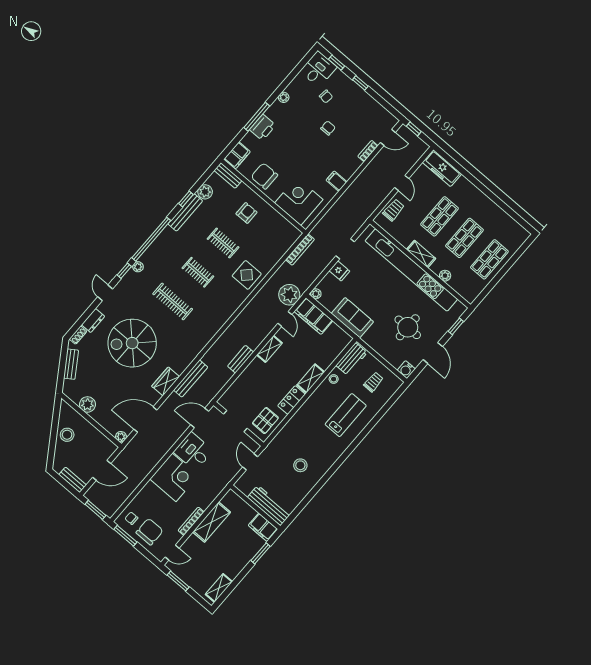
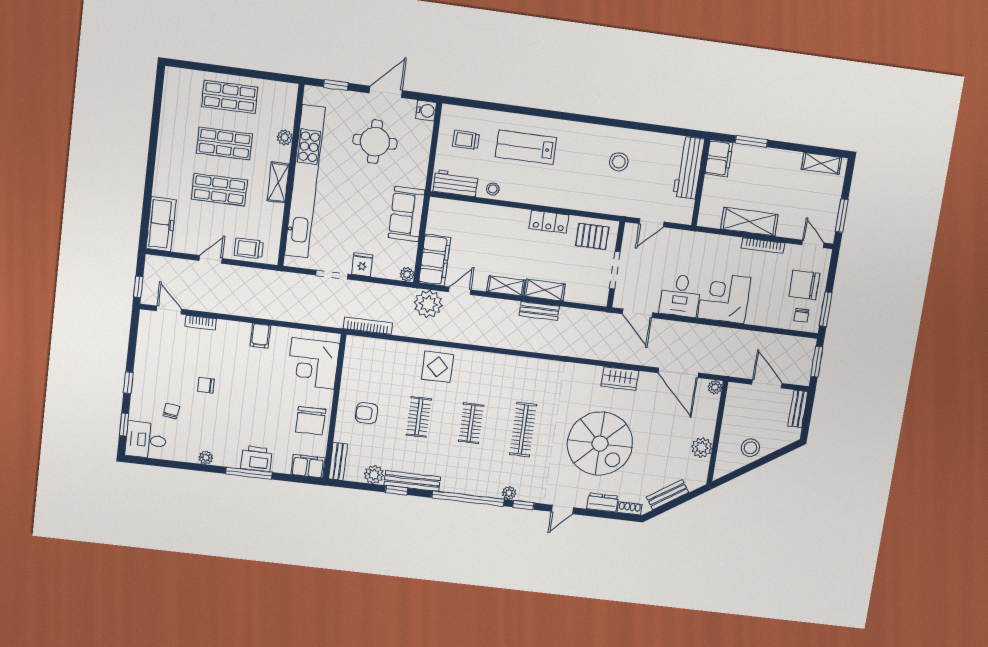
bench: (191, 379) -> (598, 353), removed
shelving: (311, 379) -> (545, 290), moved

